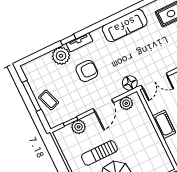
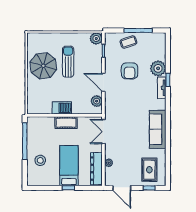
armchair: (87, 71) -> (130, 71), moved
floor lamp: (130, 83) -> (111, 112), removed
plant: (79, 127) -> (96, 39), moved
barbecue: (151, 136) -> (62, 108), added

